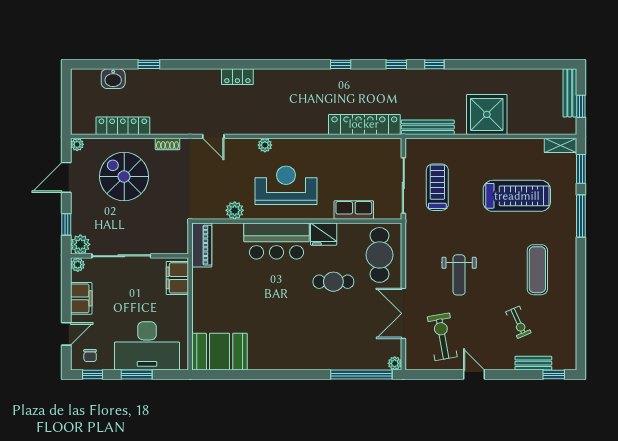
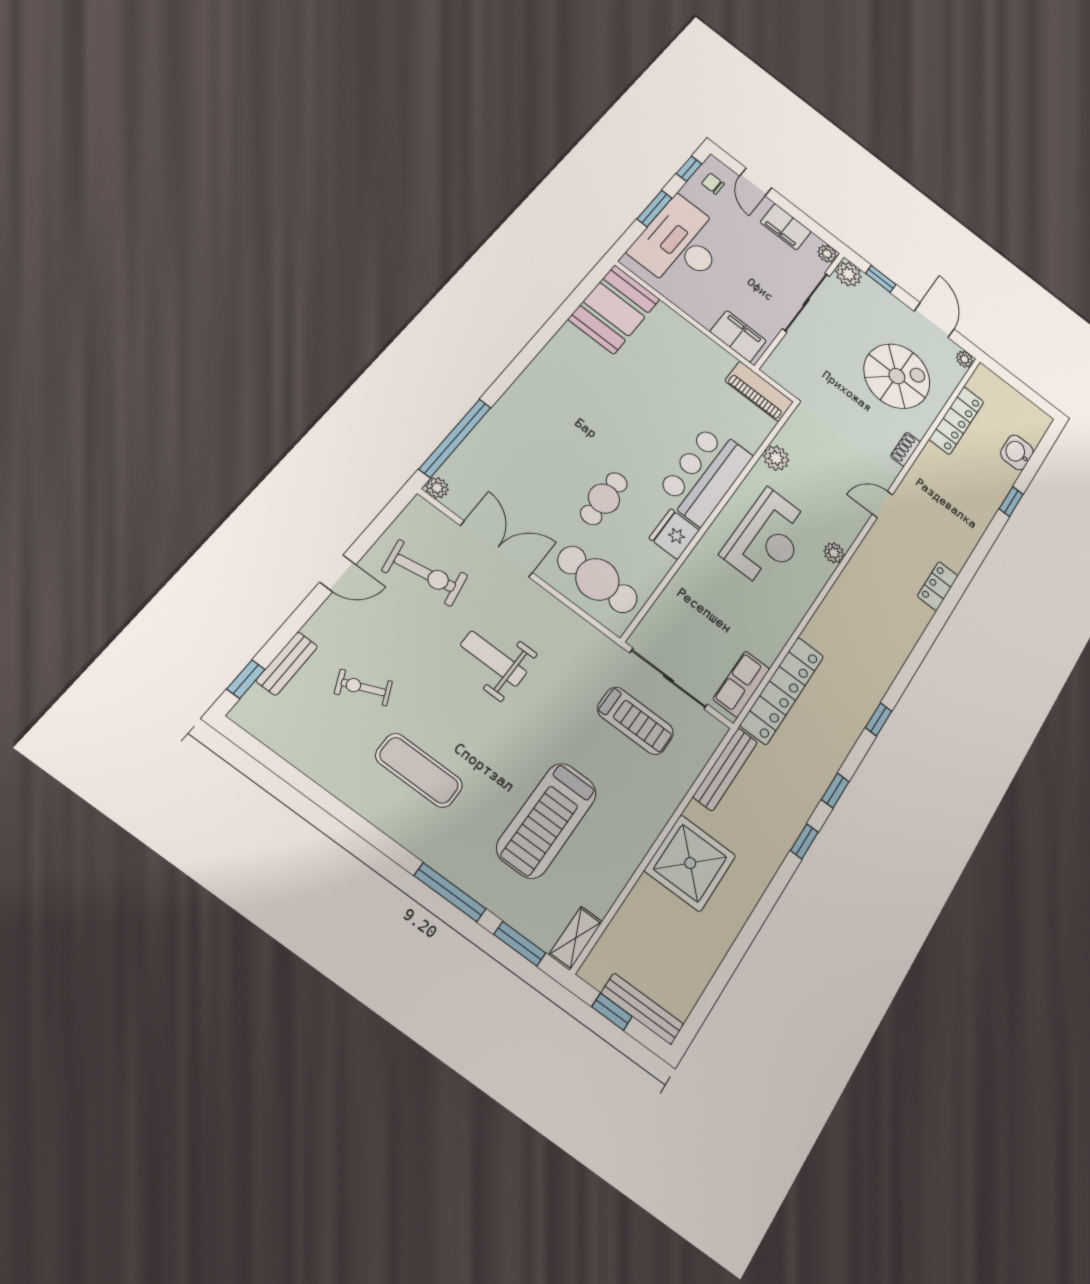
row of seats: (354, 210) -> (741, 684), moved, turned 180

